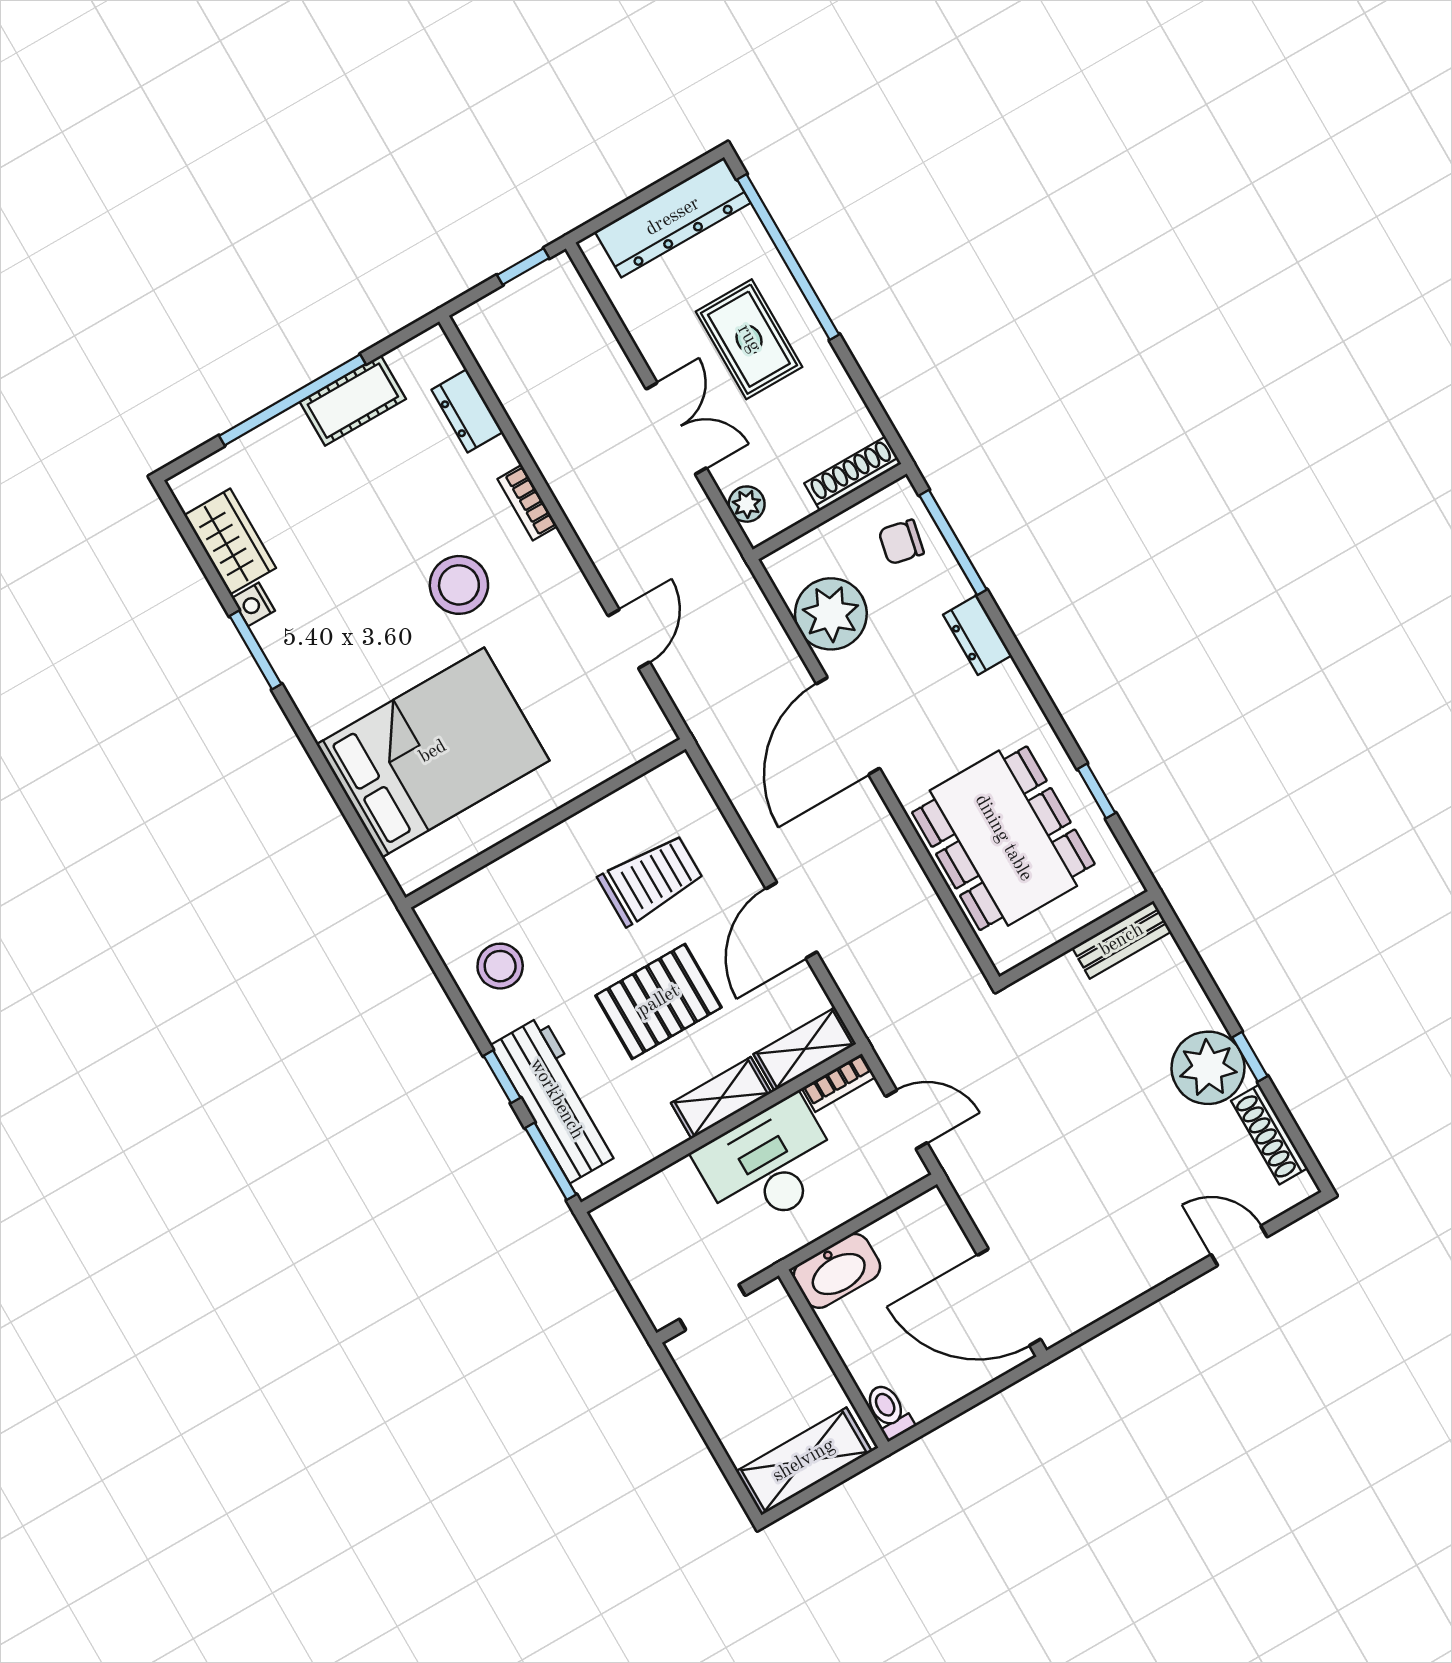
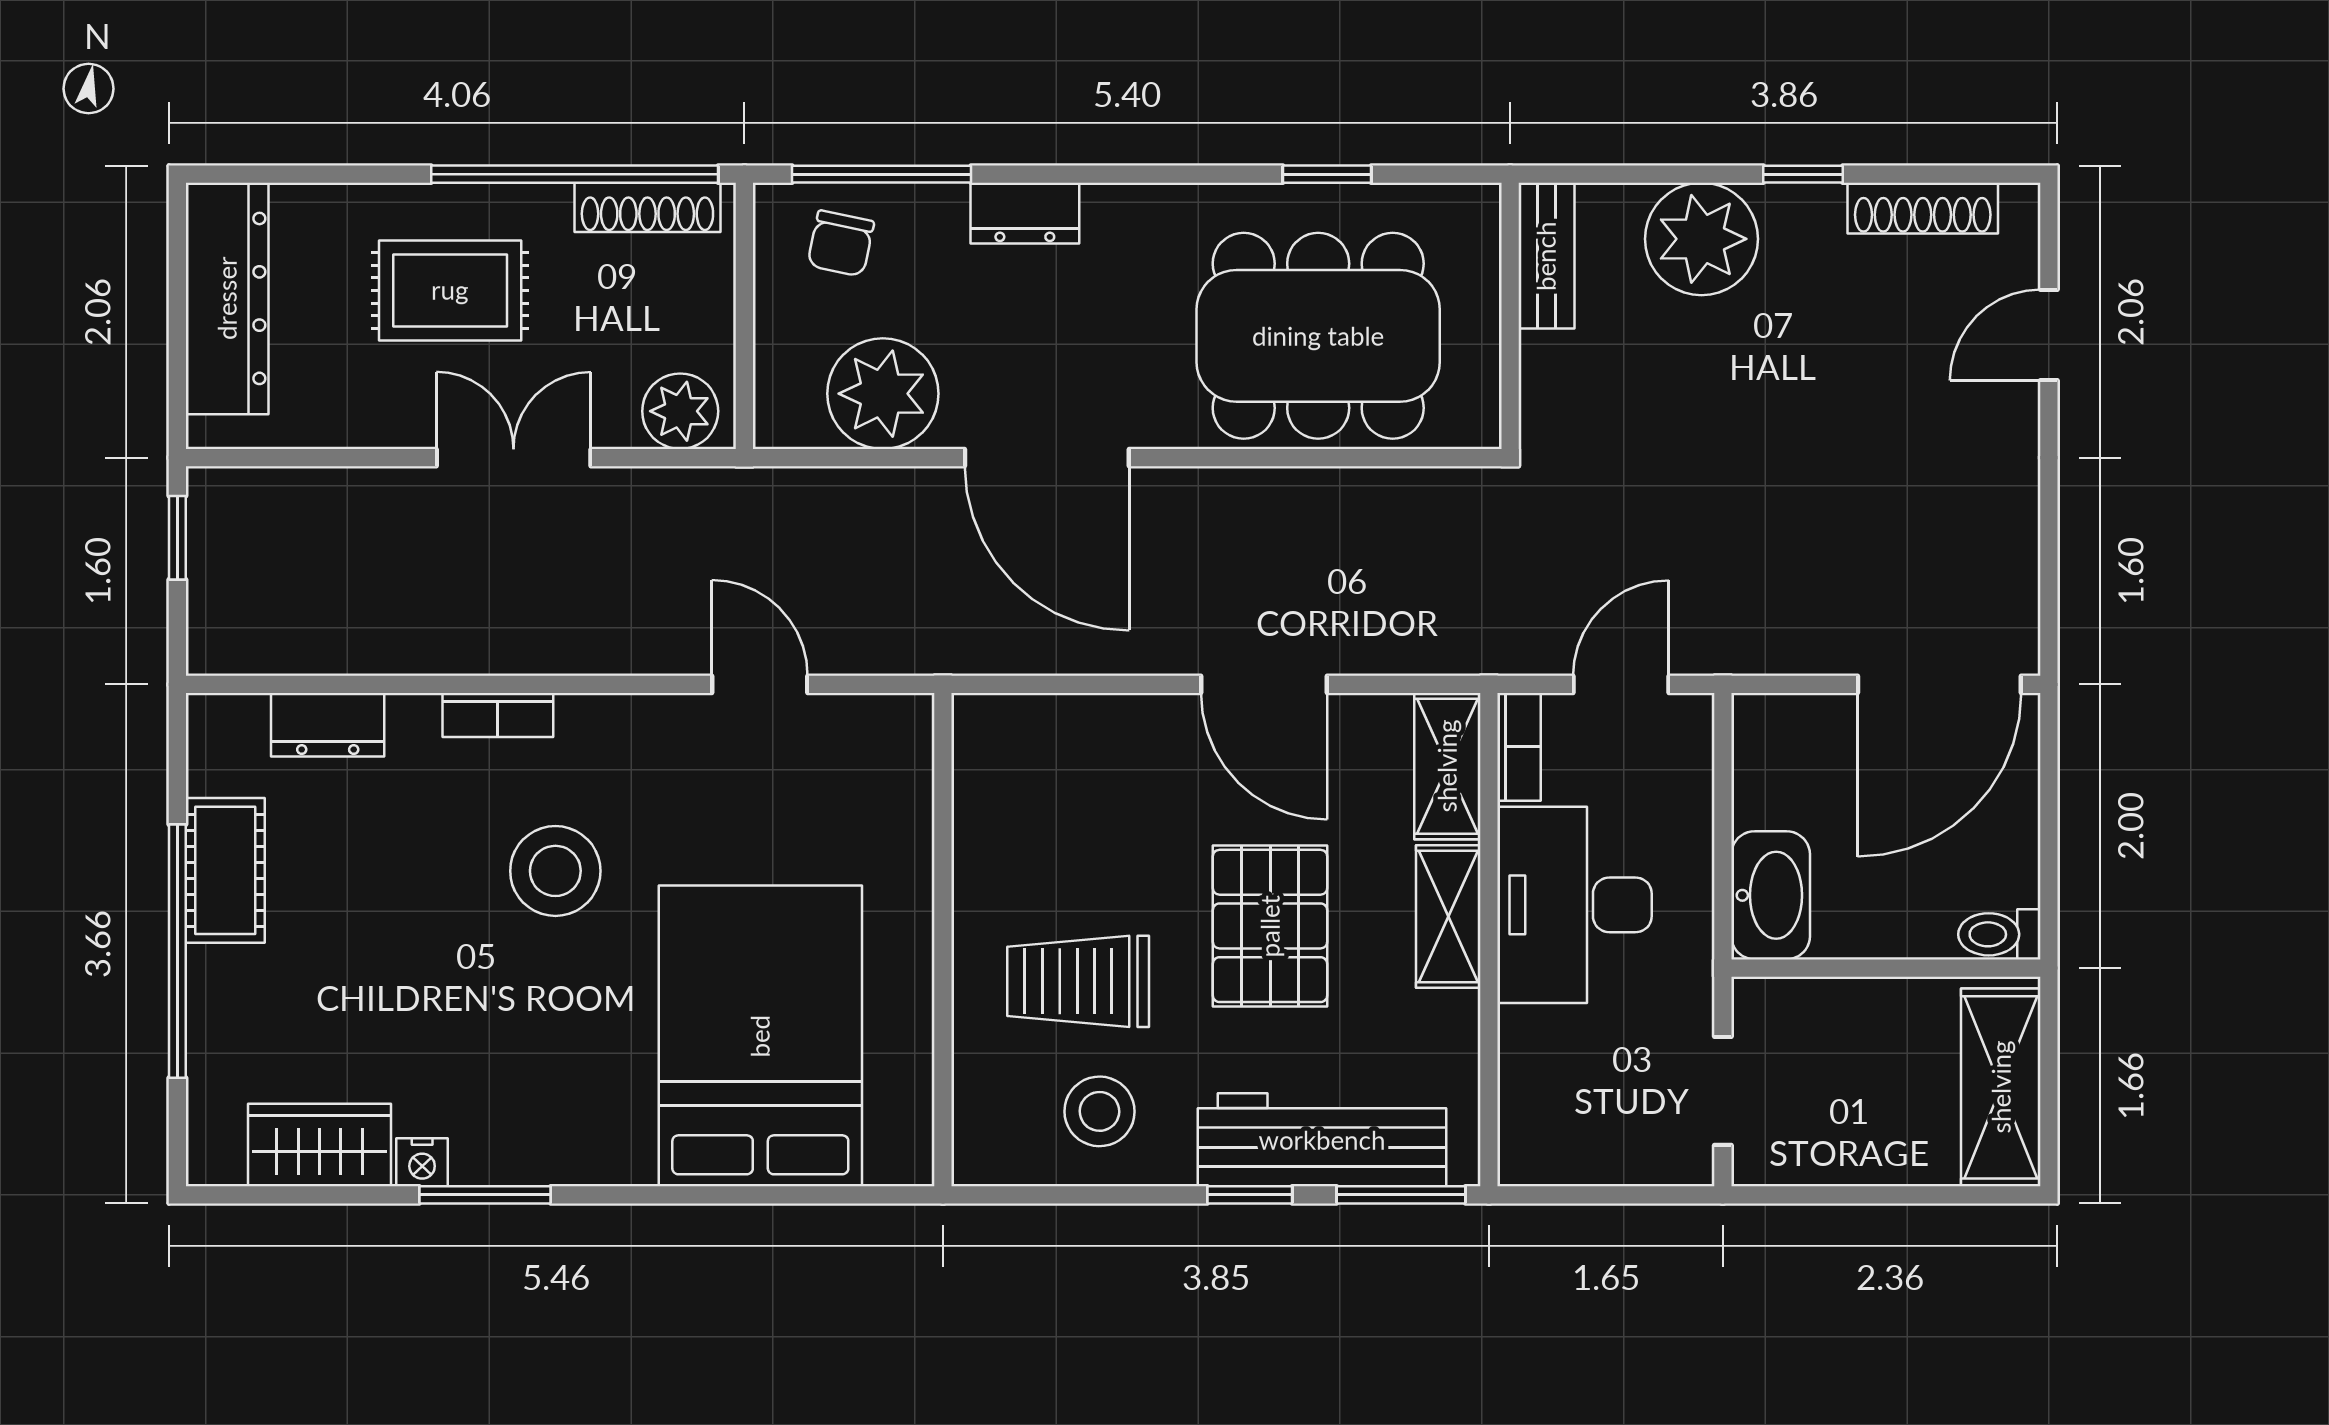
window: (788, 257) -> (575, 174), moved
shoe rack: (853, 474) -> (647, 207), moved, turned -90
plant: (747, 504) -> (680, 411), width x1.38, depth x1.38
trolley: (651, 880) -> (1078, 981), moved, turned -90
plant: (1208, 1068) -> (1701, 239), moved

